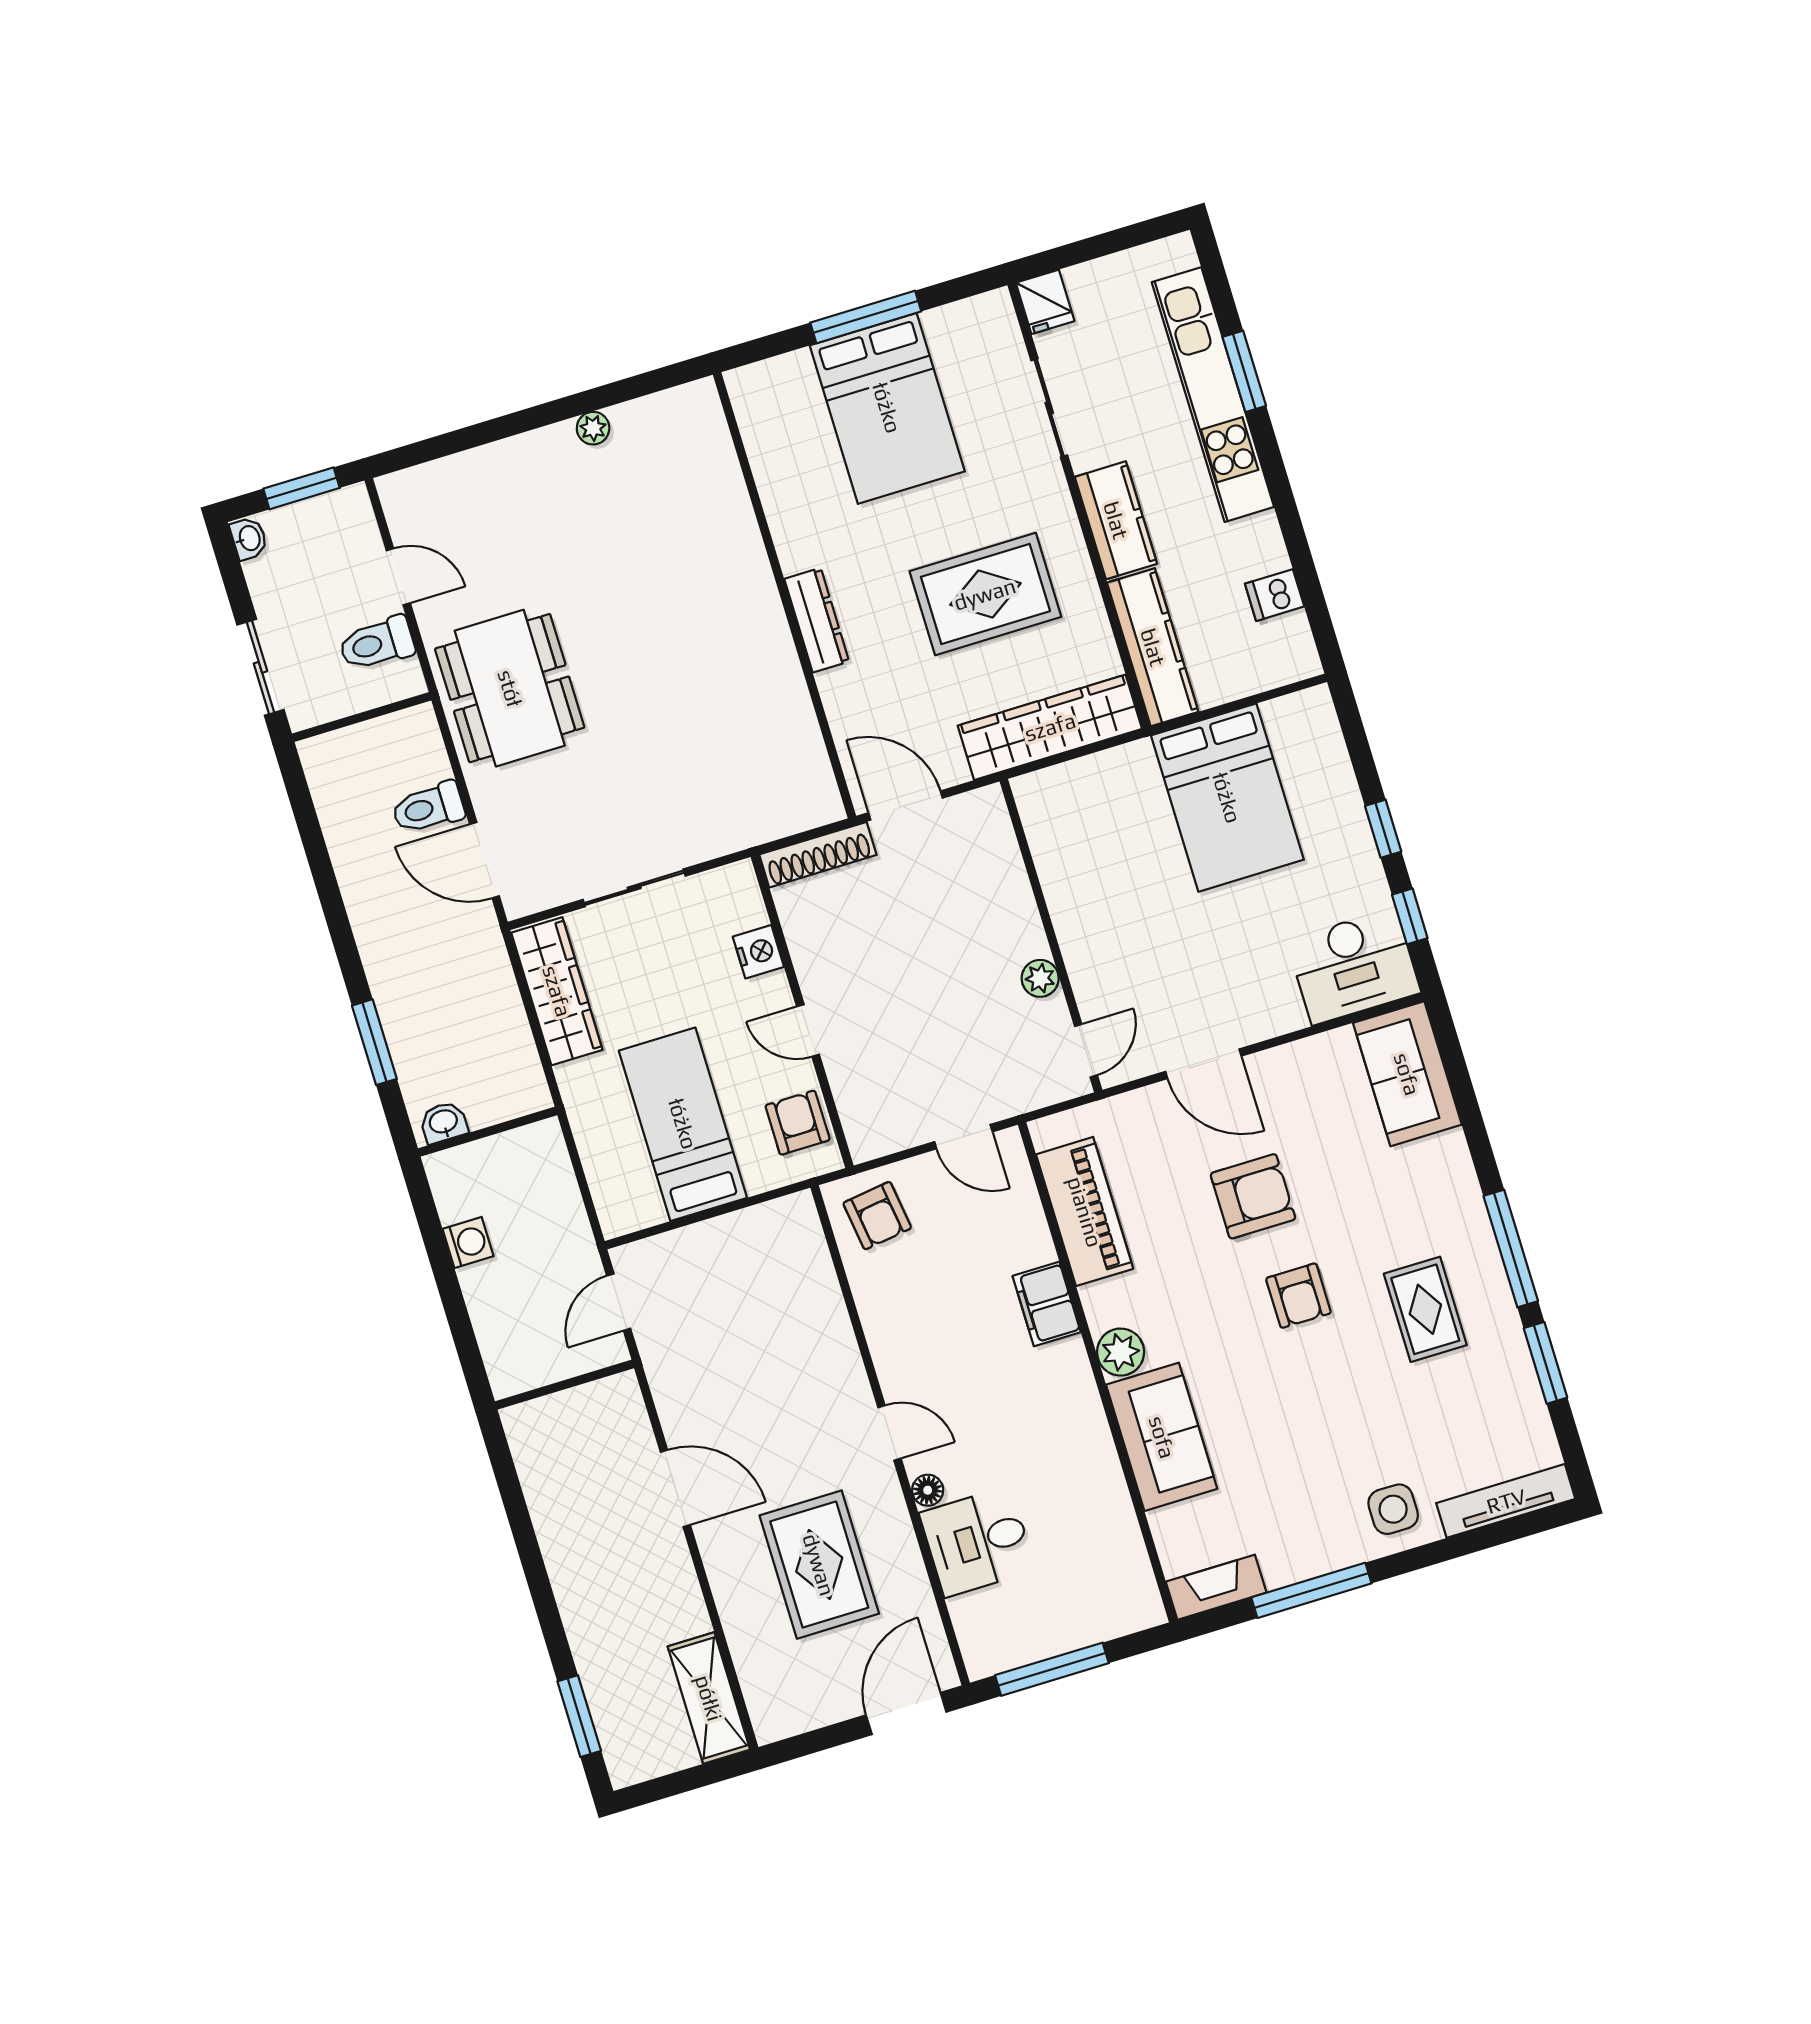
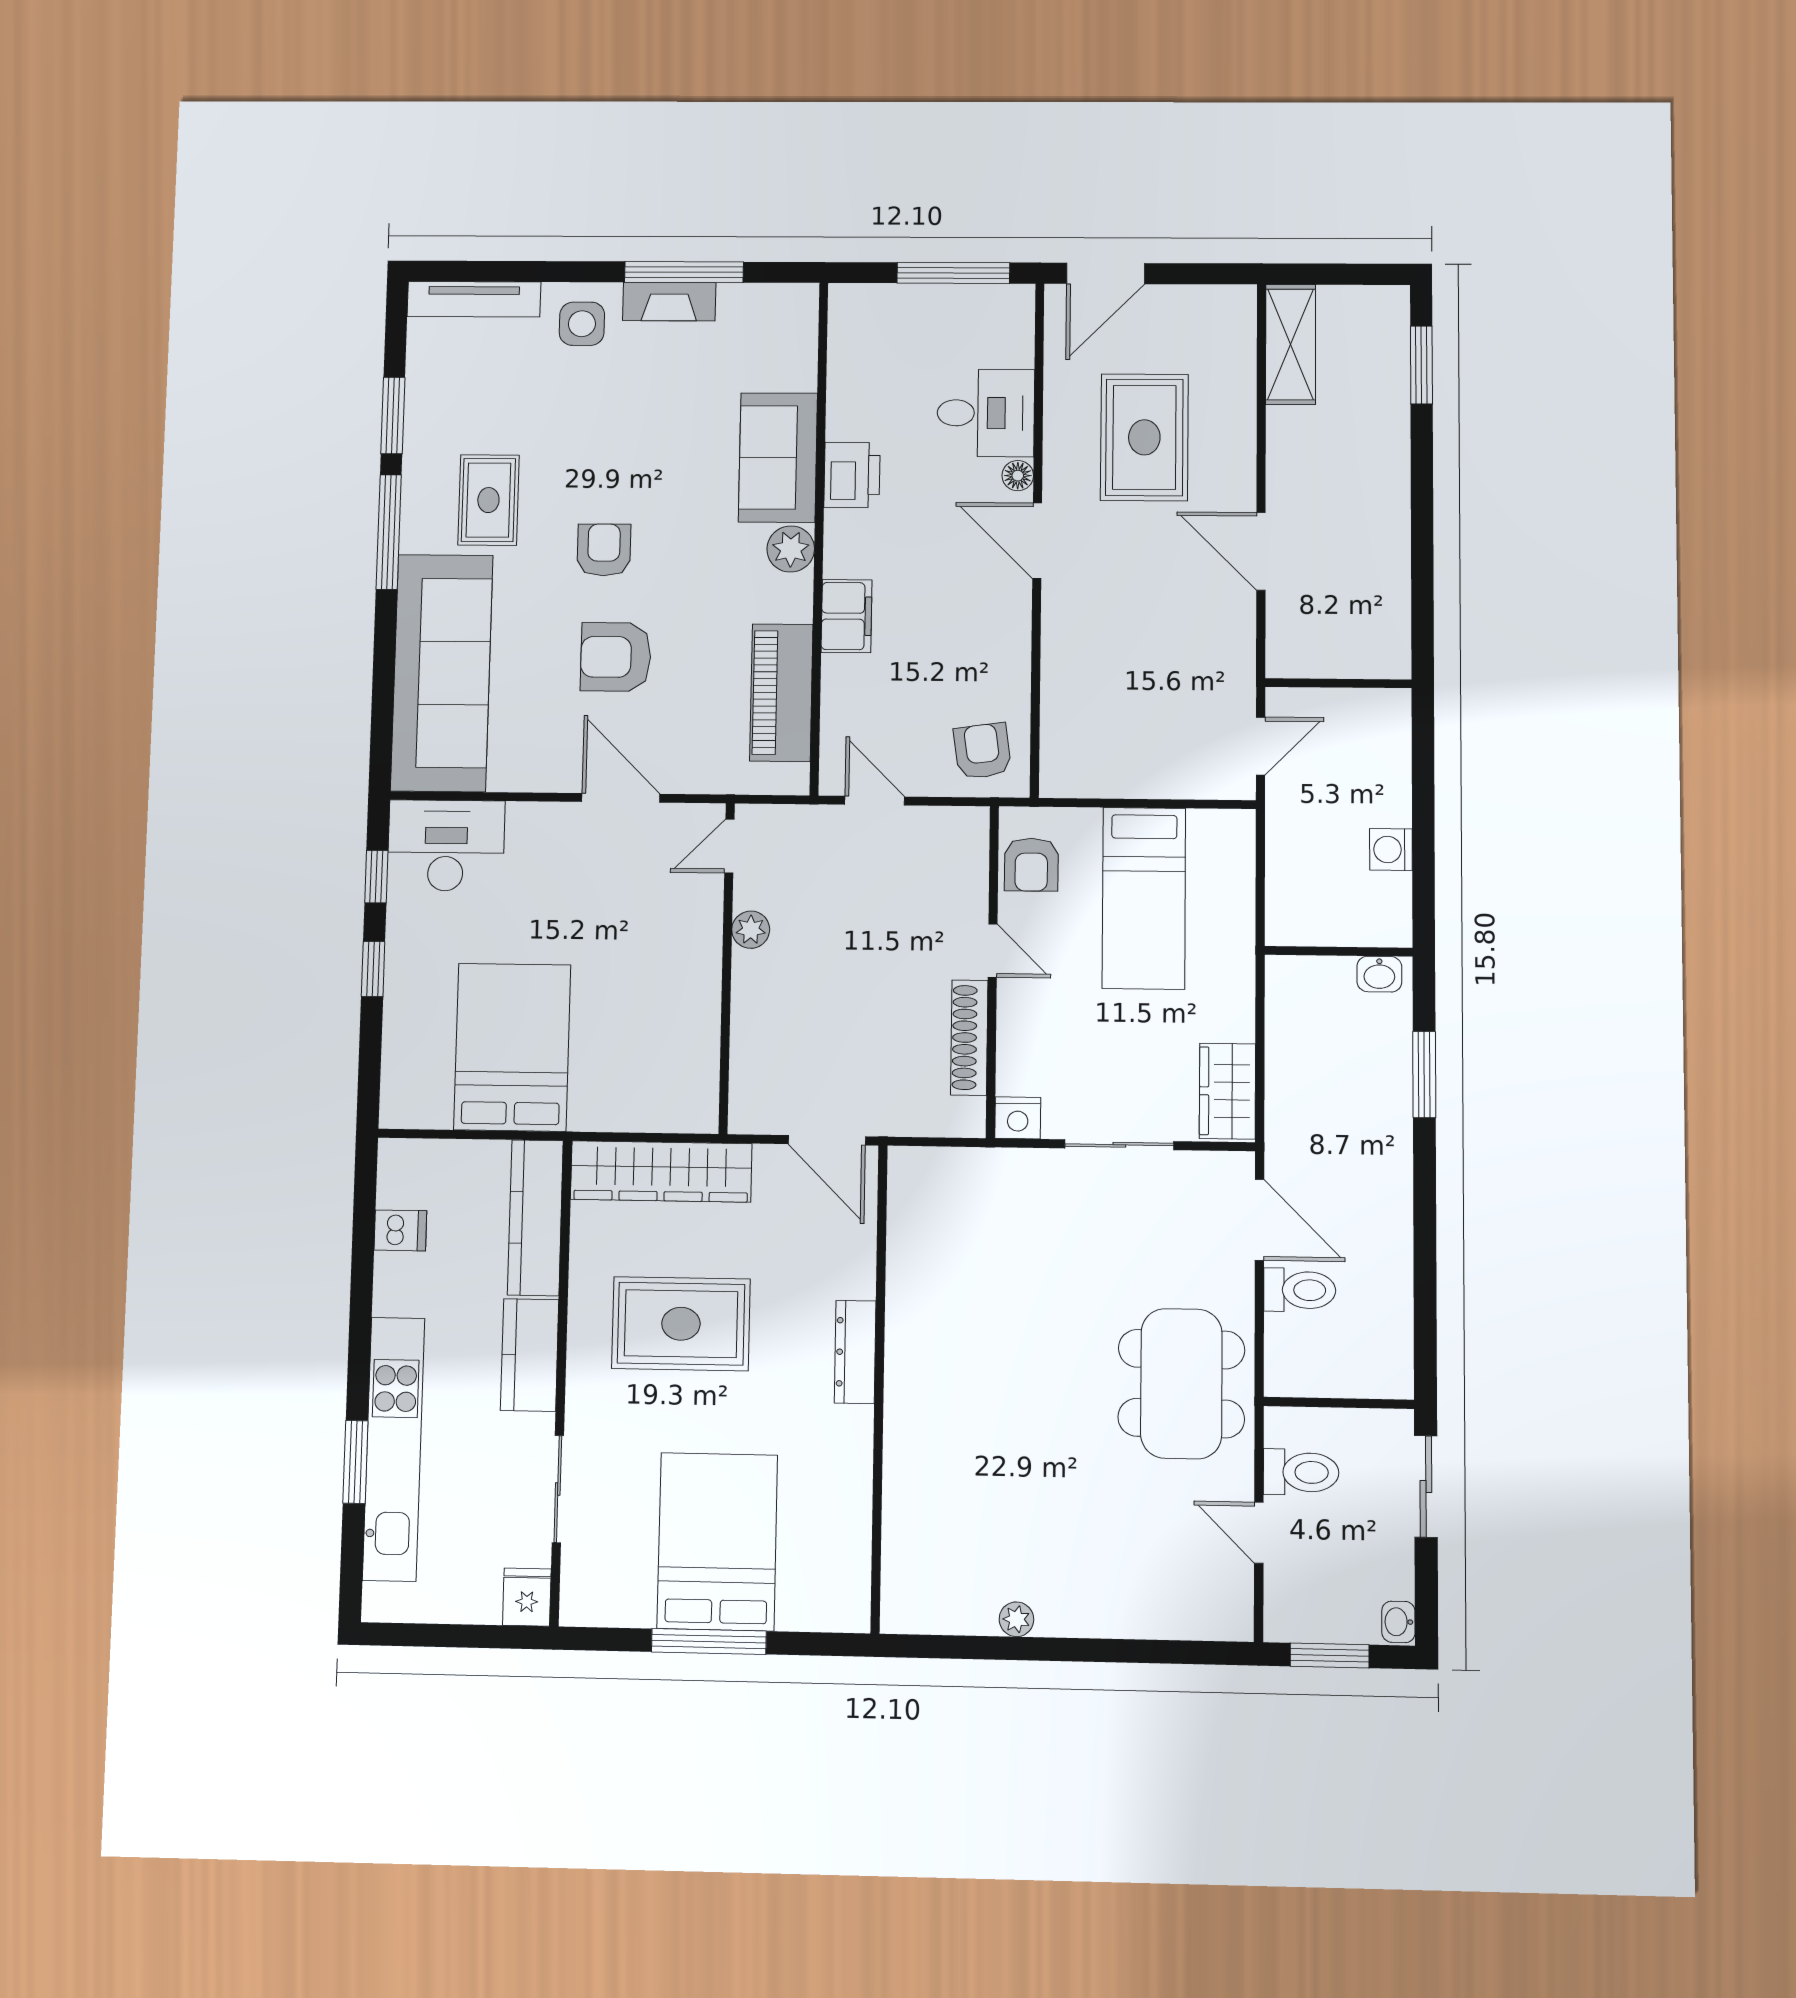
shoe rack: (818, 855) -> (969, 1038), moved, turned -90
nightstand: (758, 952) -> (1018, 1118), moved, turned -90
wardrobe: (557, 991) -> (1227, 1091), width x0.67
sofa: (1407, 1074) -> (442, 673), width x1.85, depth x1.27
door: (889, 1433) -> (1037, 541), width x1.38
printer: (1086, 1442) -> (852, 475), added
fireplace: (1216, 1587) -> (669, 302), moved

